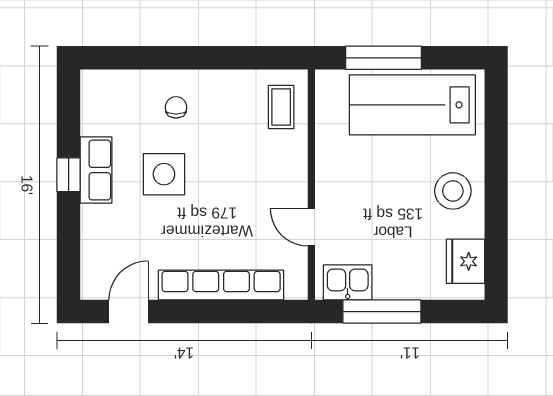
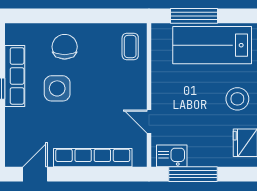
chair: (176, 107) -> (65, 47), width x1.87, depth x1.87
row of seats: (96, 170) -> (15, 76), width x1.48

